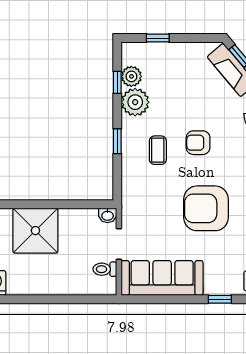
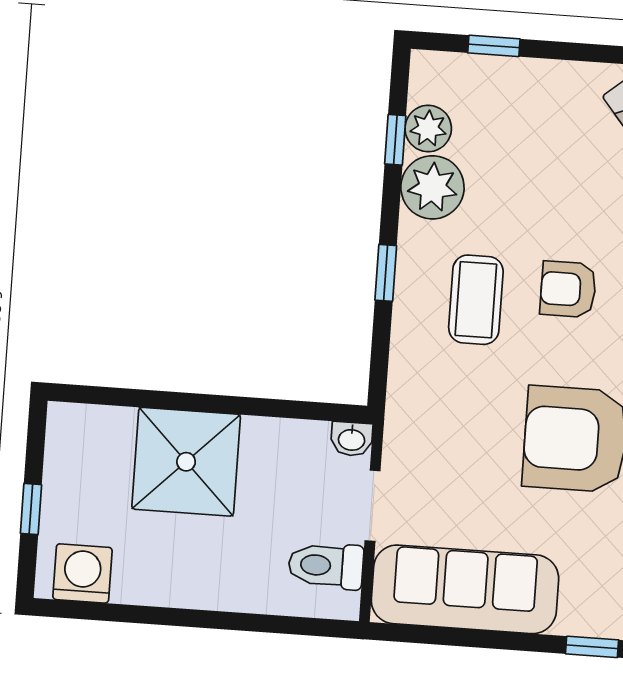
coffee table: (158, 150) -> (476, 300), width x1.36, depth x1.30
toilet: (105, 269) -> (326, 566), width x1.37, depth x1.39

